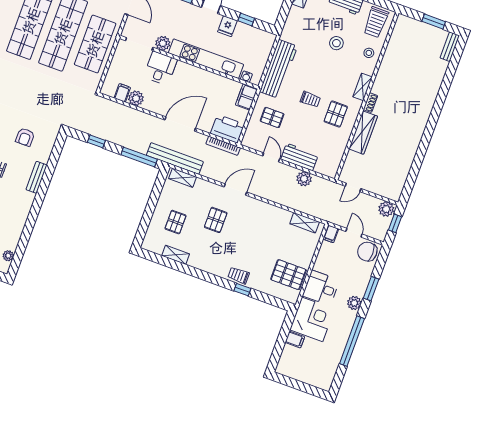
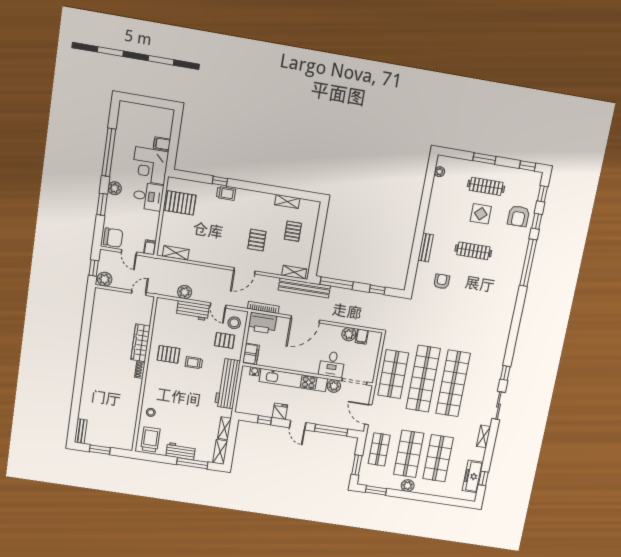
stool: (336, 43) -> (234, 323), moved
shelving: (362, 87) -> (224, 428), moved
pallet: (336, 114) -> (169, 354), turned 90

